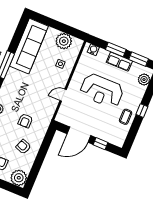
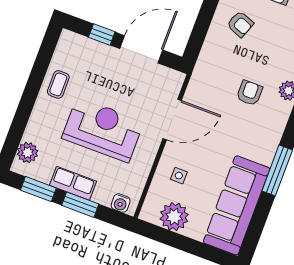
door: (63, 95) -> (172, 119), width x1.88
window: (142, 111) -> (29, 97), removed
armchair: (25, 121) -> (249, 93), moved

